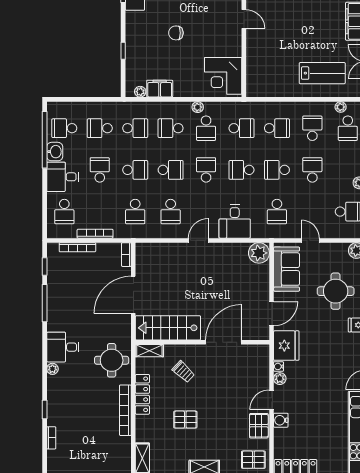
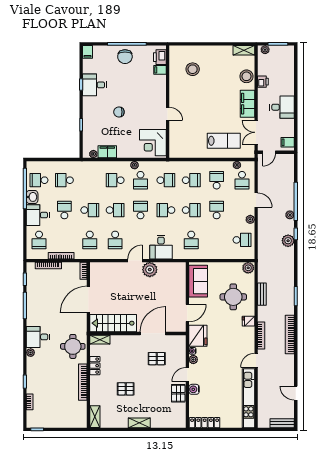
door: (244, 19) -> (168, 114), moved
school desk: (135, 128) -> (90, 180), removed
school desk: (277, 170) -> (191, 210), turned 180
door: (310, 240) -> (215, 261), removed
plant: (259, 253) -> (150, 270), moved
trolley: (183, 372) -> (124, 355), removed
locker: (142, 394) -> (95, 366), width x0.66
pallet: (253, 460) -> (157, 359), moved

